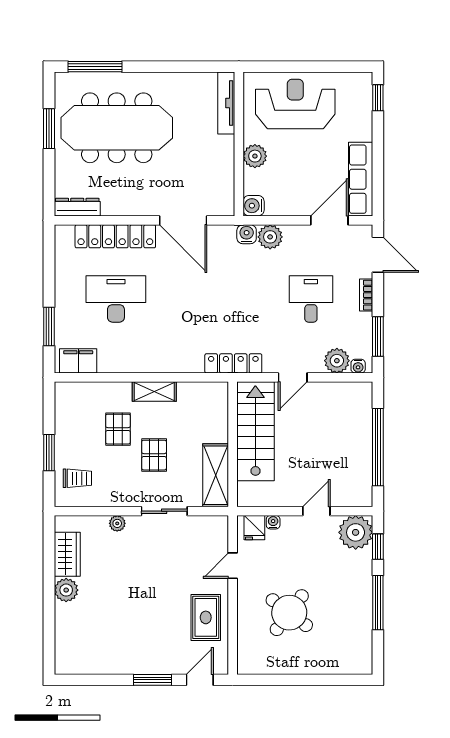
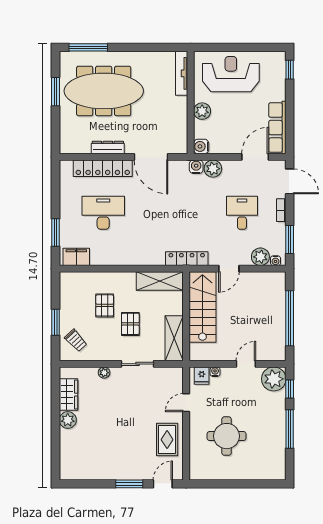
dresser: (77, 207) -> (108, 147), moved
shelving: (154, 392) -> (160, 281), moved, width x1.50, depth x1.33
trolley: (77, 478) -> (76, 340), turned 47
round table: (289, 613) -> (227, 436), turned -37

